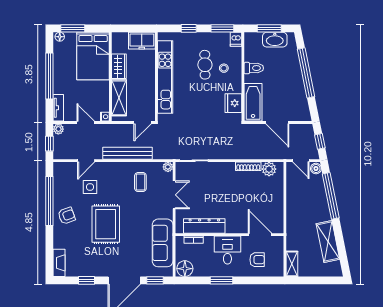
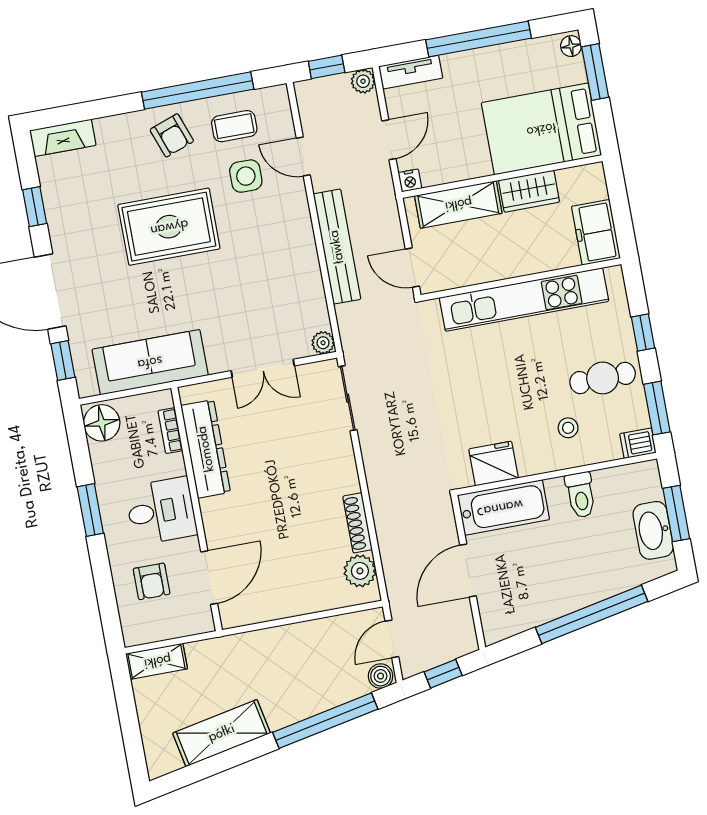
cafe table: (205, 65) -> (603, 378), moved
coffee table: (140, 182) -> (234, 126), moved

